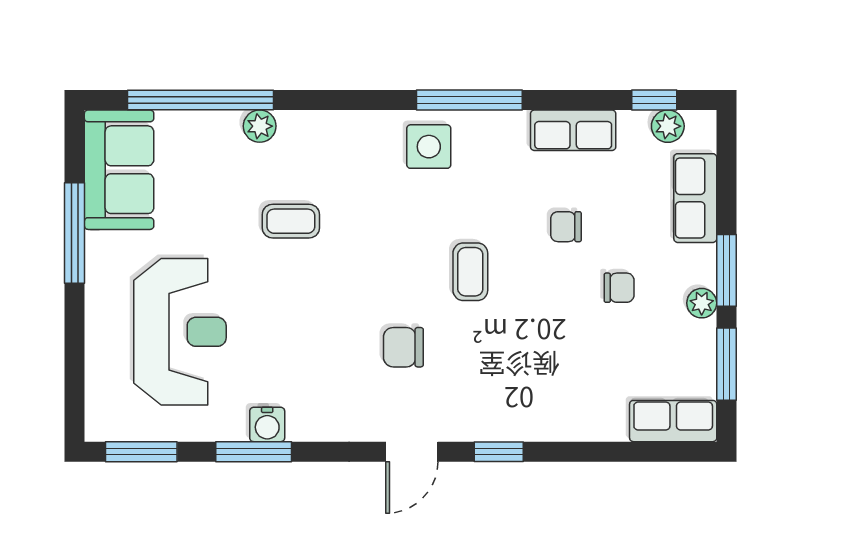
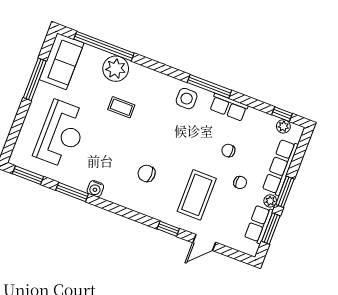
plant: (260, 126) -> (116, 69), width x1.88, depth x1.88
row of seats: (573, 130) -> (229, 107), moved
row of seats: (695, 198) -> (280, 167), width x1.48
coffee table: (470, 272) -> (197, 195), moved, width x1.86, depth x1.72
row of seats: (673, 421) -> (259, 224), moved, turned -90
water cooler: (267, 424) -> (95, 189), moved
door: (412, 452) -> (204, 242), moved

